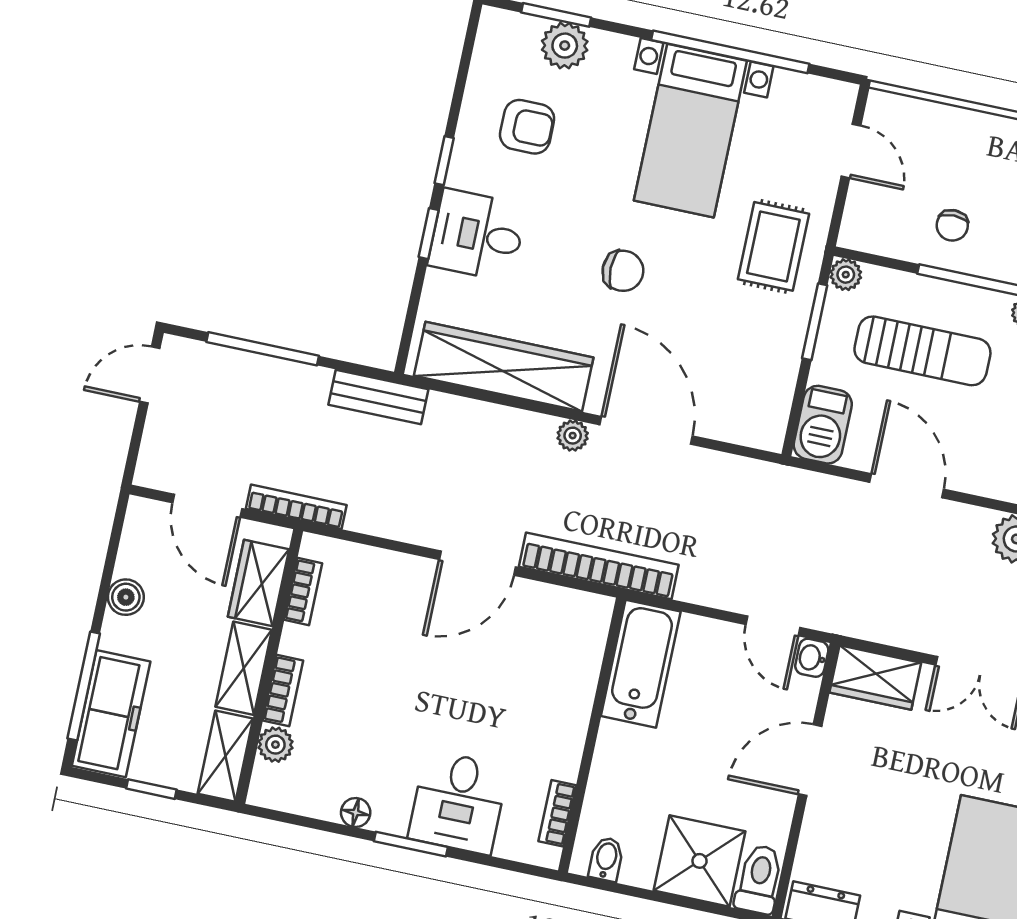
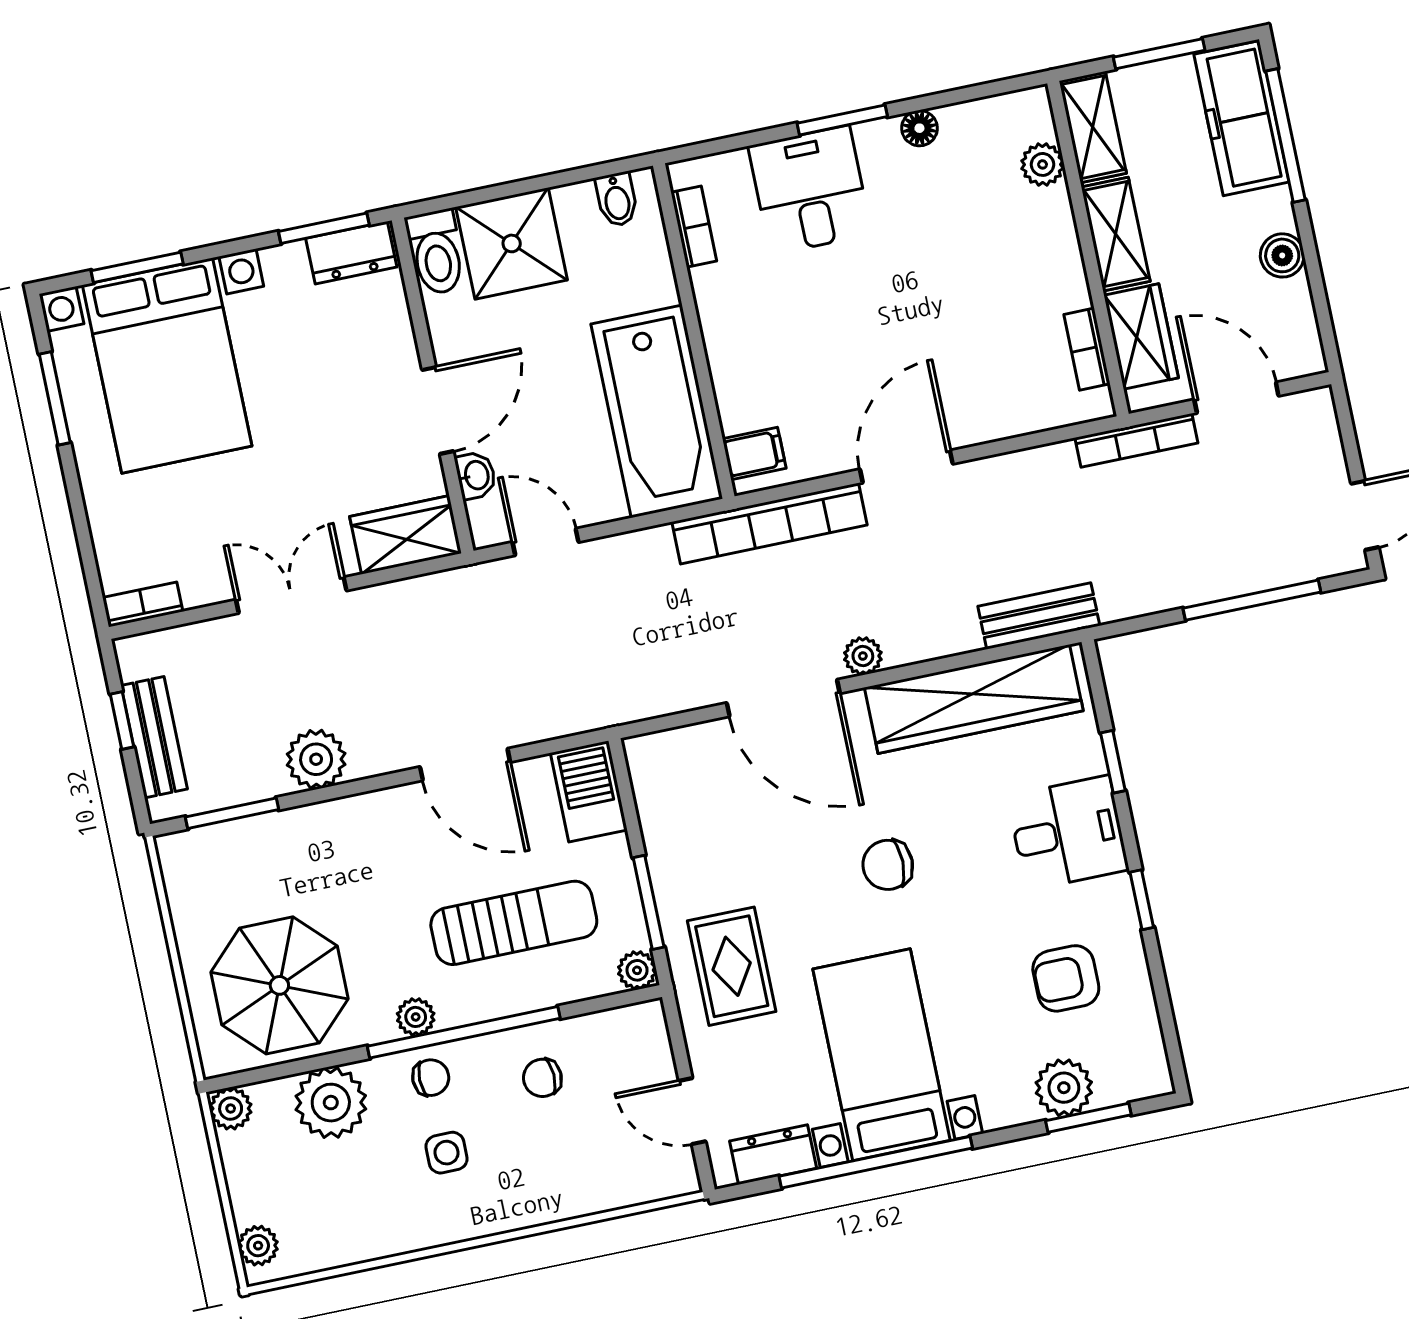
dresser: (805, 92) -> (773, 1155), added
chair: (952, 225) -> (542, 1078), turned -92
window: (429, 234) -> (1113, 762), moved
sun lounger: (922, 351) -> (514, 923), turned 180
bench: (378, 397) -> (1039, 616), moved
filing cabinet: (587, 623) -> (754, 453), added
washbasin: (812, 658) -> (476, 475), moved
bathtub: (641, 664) -> (657, 411), width x1.36, depth x1.36
bookcase: (283, 690) -> (1061, 229), removed
window: (151, 789) -> (1159, 54), width x1.50

